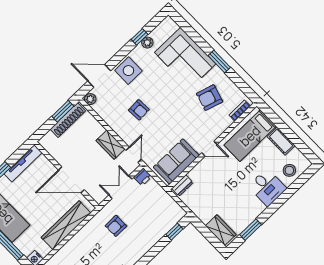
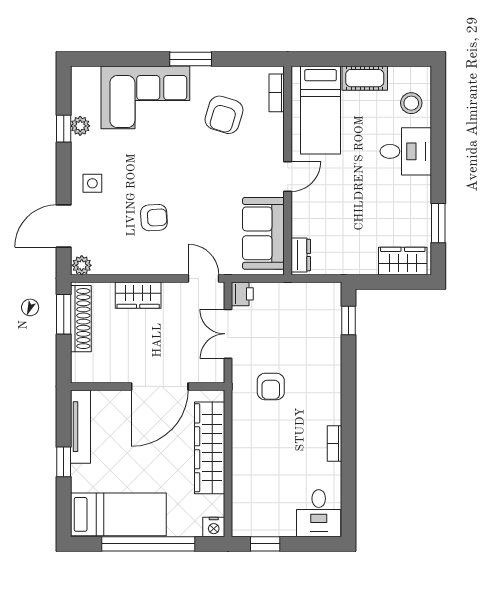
side table: (128, 71) -> (92, 183), width x0.54, depth x0.54
wardrobe: (111, 145) -> (138, 295), moved

